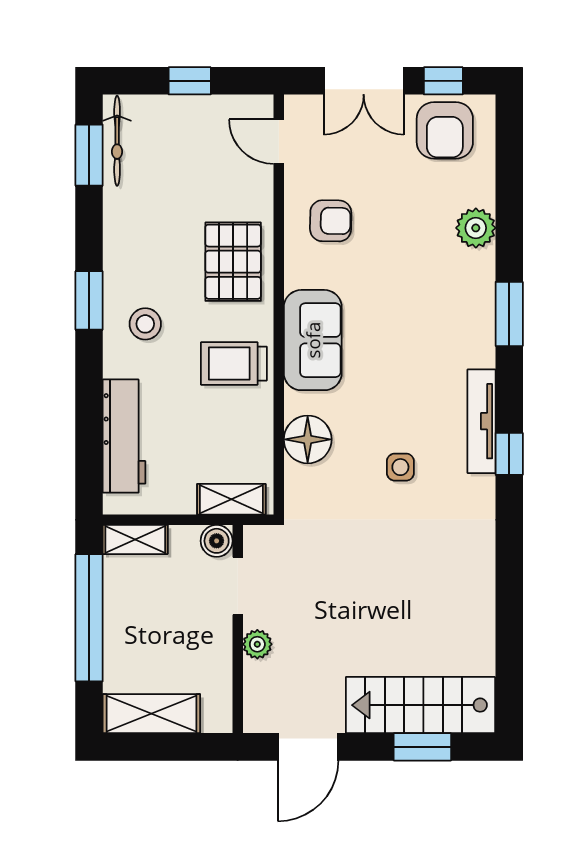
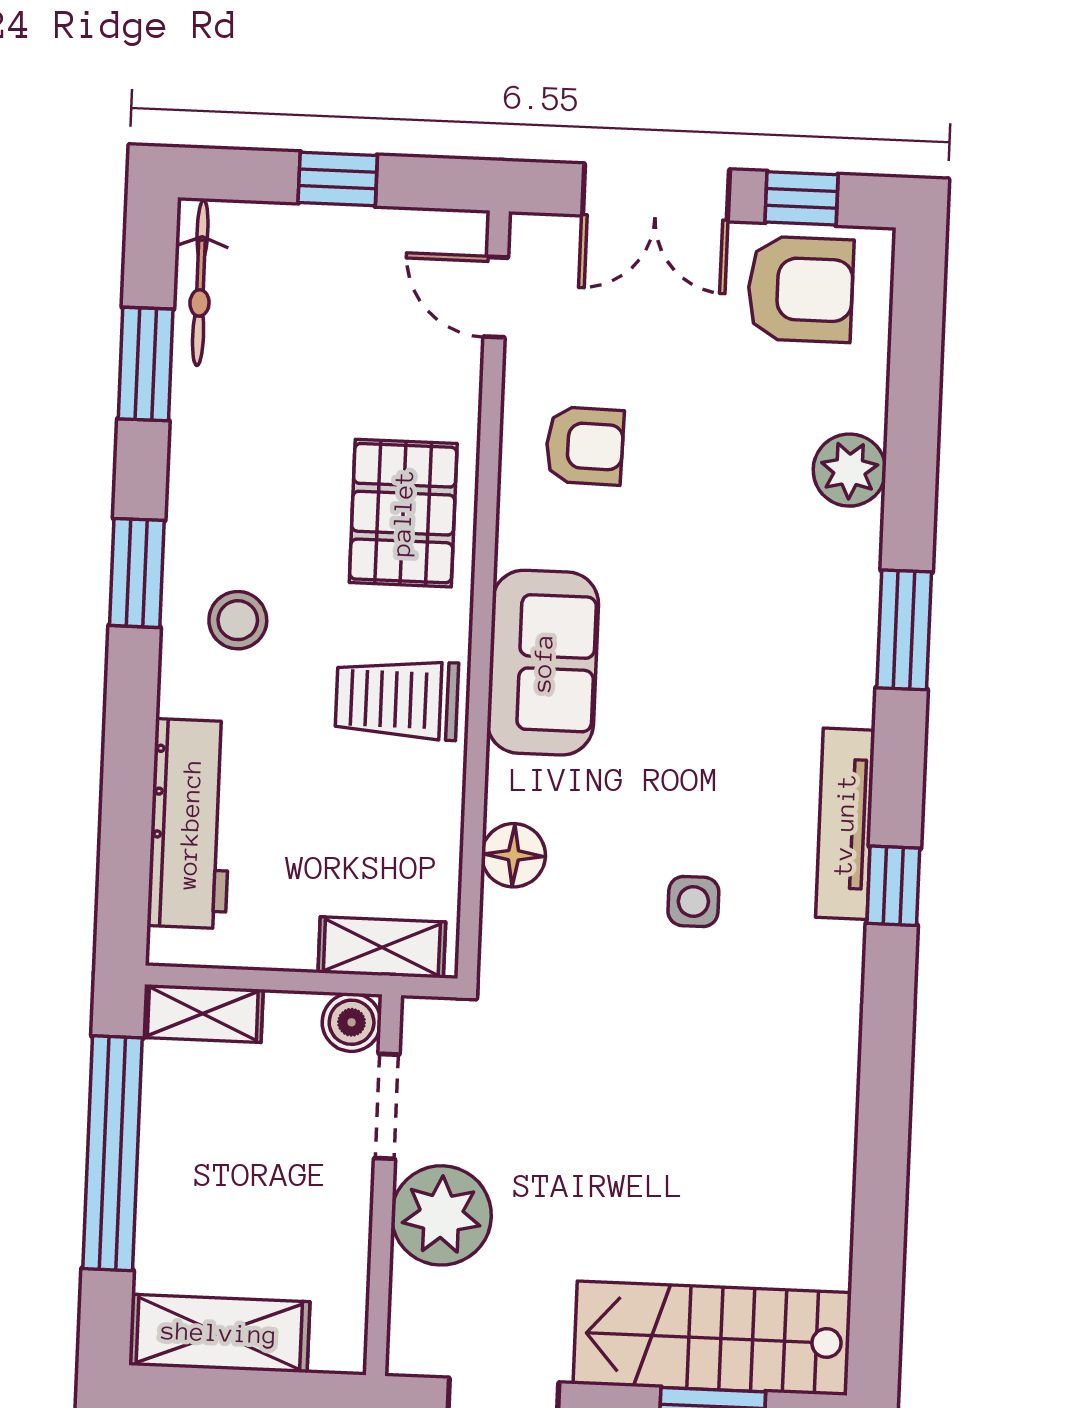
armchair: (445, 130) -> (800, 289), turned -90
window: (89, 155) -> (146, 364), moved
floor lamp: (308, 439) -> (514, 855), width x0.73, depth x0.73
plant: (257, 644) -> (441, 1215), width x1.88, depth x1.88

